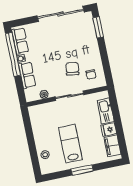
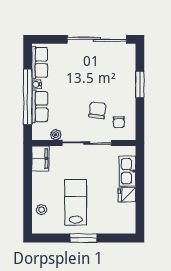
window: (98, 27) -> (140, 84), moved
window: (13, 54) -> (28, 97), moved
sliding door: (69, 96) -> (87, 143), width x1.37
filing cabinet: (112, 146) -> (40, 159), moved, turned 180

